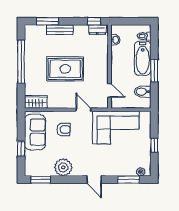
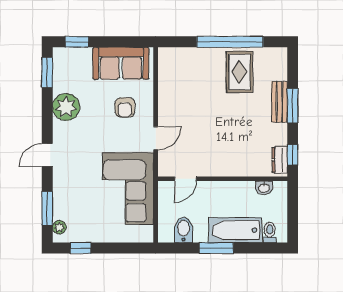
window: (47, 21) -> (293, 106), moved
rug: (65, 69) -> (239, 72), moved, width x0.73, depth x0.70
wardrobe: (36, 102) -> (168, 64), removed
window: (154, 145) -> (81, 248), moved
window: (21, 149) -> (77, 42), moved

